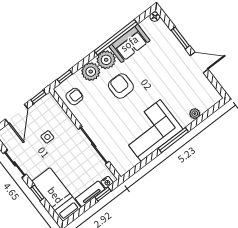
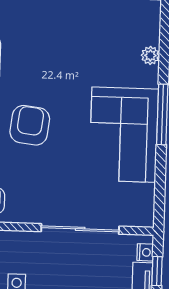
armchair: (121, 86) -> (30, 125), turned 97

